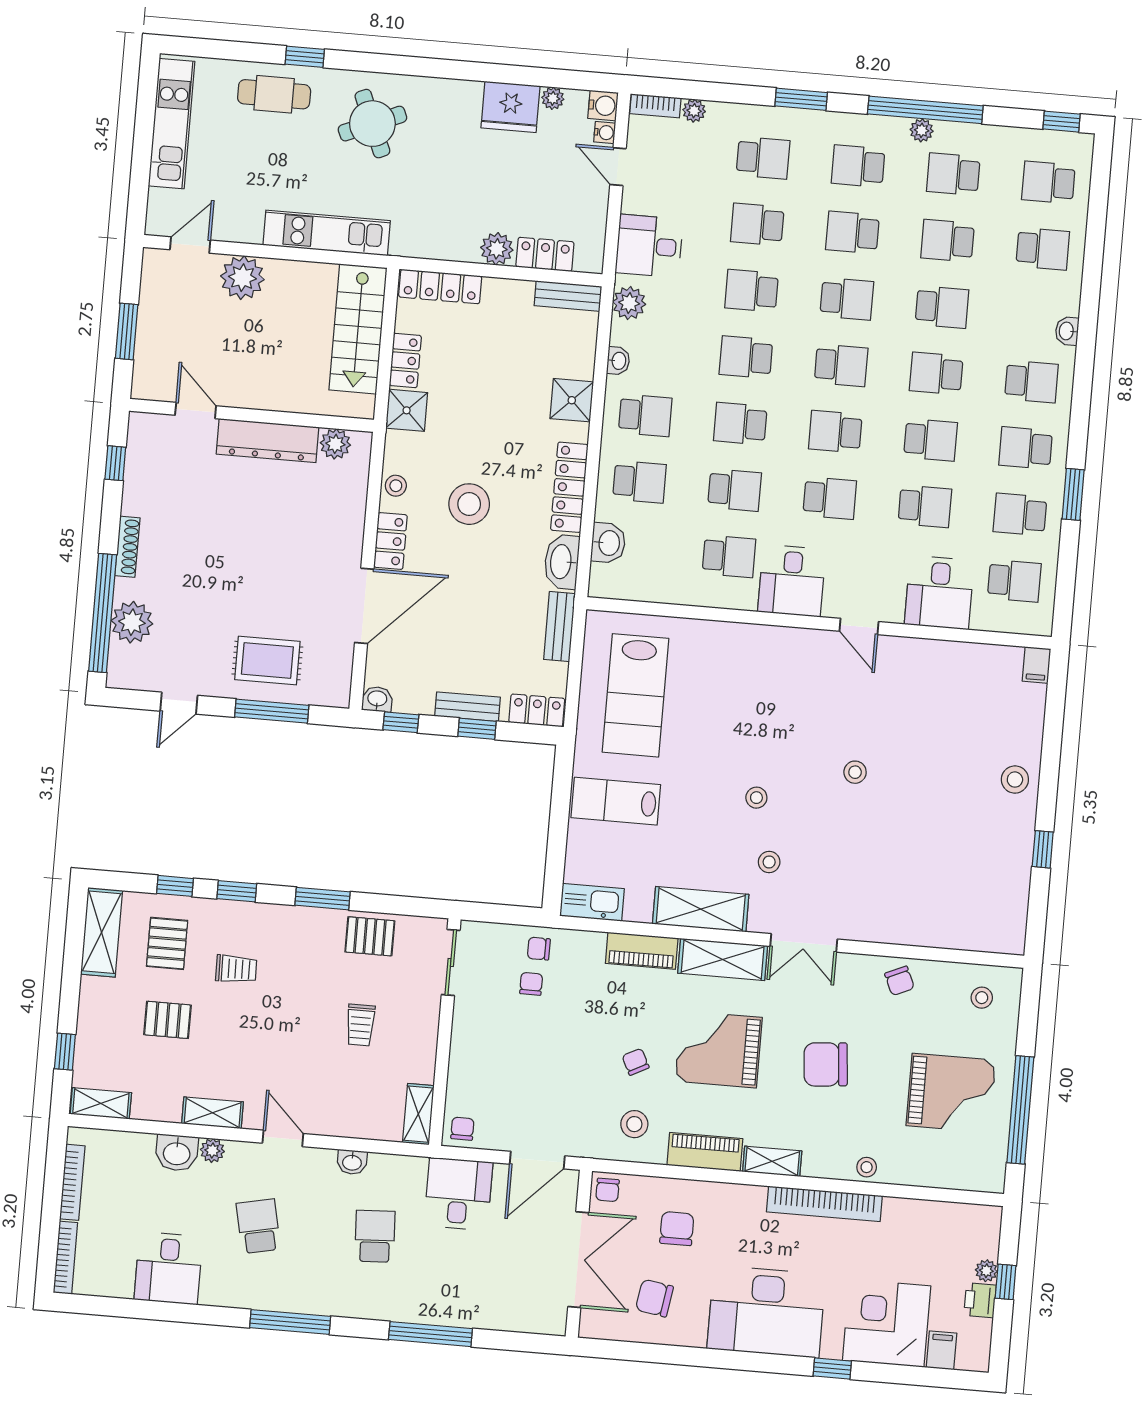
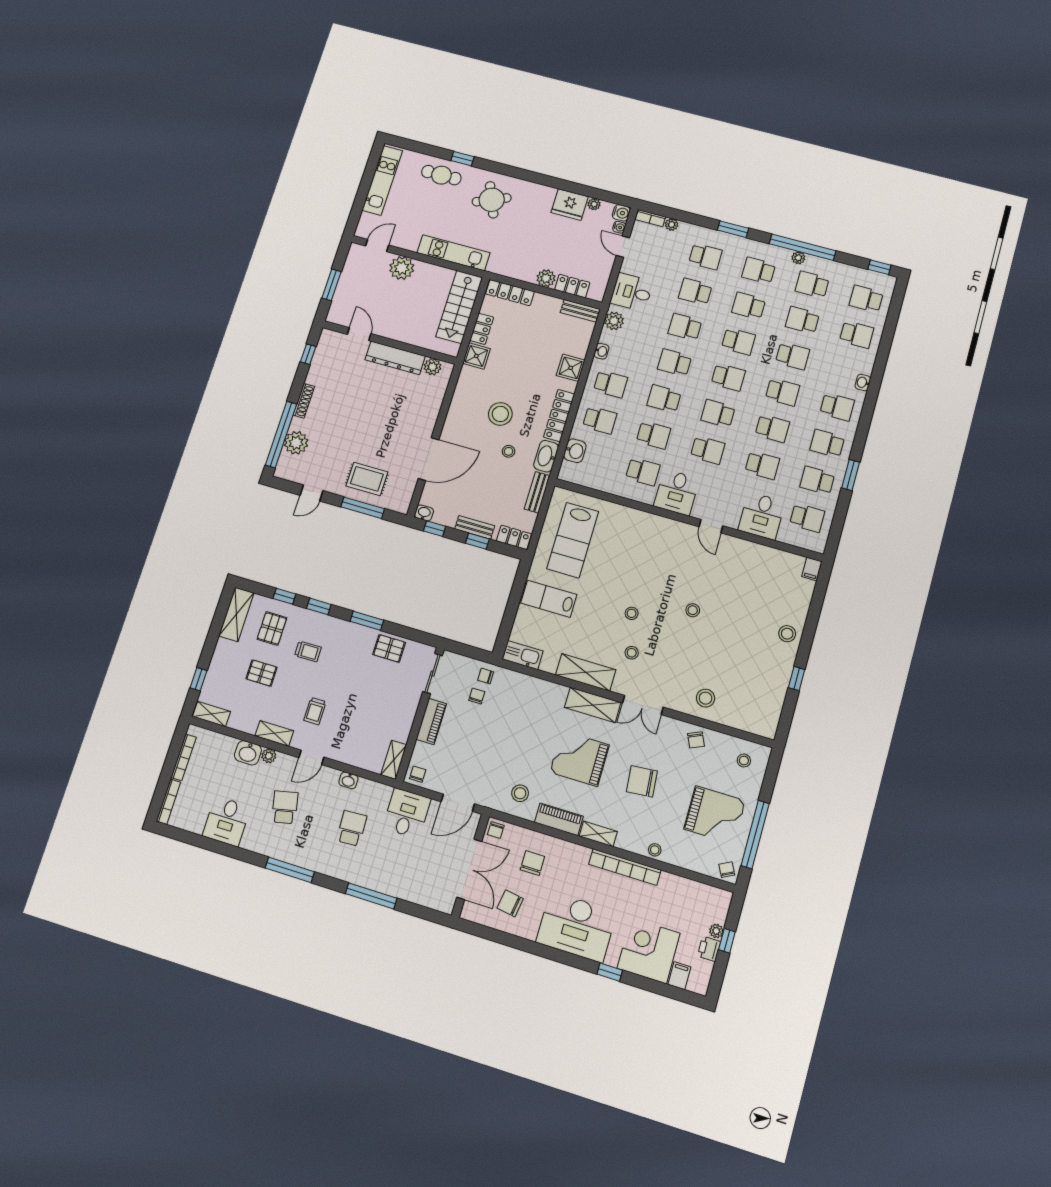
school desk: (936, 373) -> (782, 392), turned 180
stool: (396, 486) -> (509, 451), moved
locker: (390, 541) -> (451, 426), removed
stool: (902, 911) -> (706, 698), added
piano: (642, 951) -> (431, 721), moved, turned -90
trolley: (360, 1025) -> (315, 711), moved
chair: (636, 1062) -> (727, 870), moved
door: (283, 1138) -> (311, 757), swing flipped

